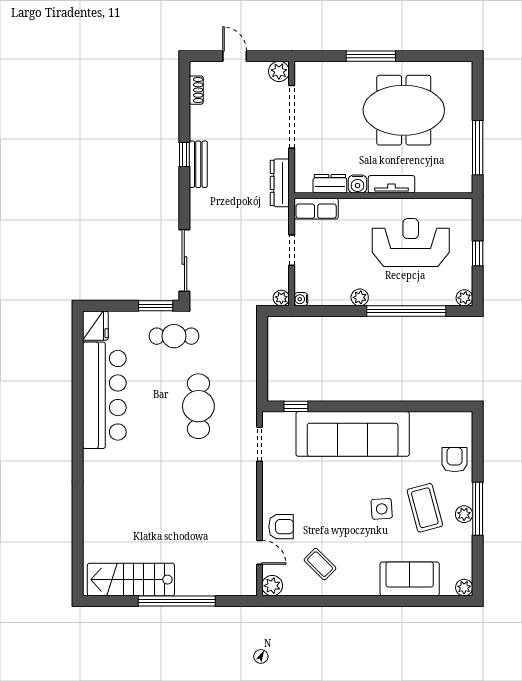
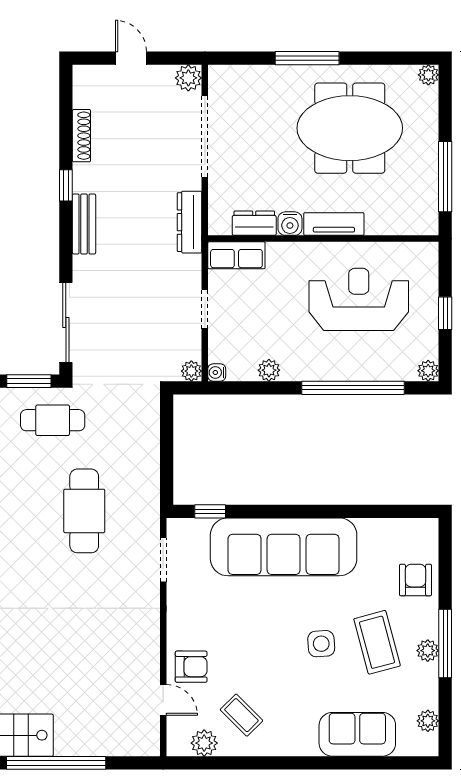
plant: (465, 69) -> (428, 75), added
shoe rack: (196, 90) -> (81, 136), moved, width x1.43
bench: (198, 164) -> (84, 224), moved
plant: (360, 297) -> (269, 370), moved
plant: (272, 586) -> (204, 743), moved
plant: (464, 588) -> (428, 721), moved

